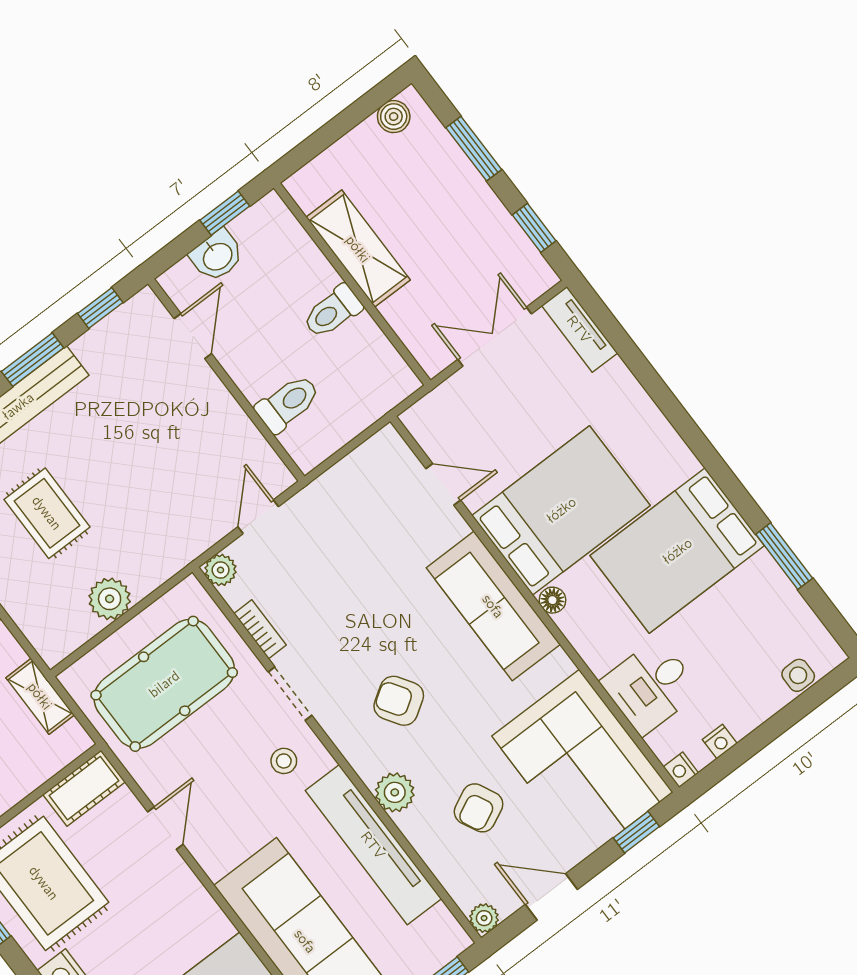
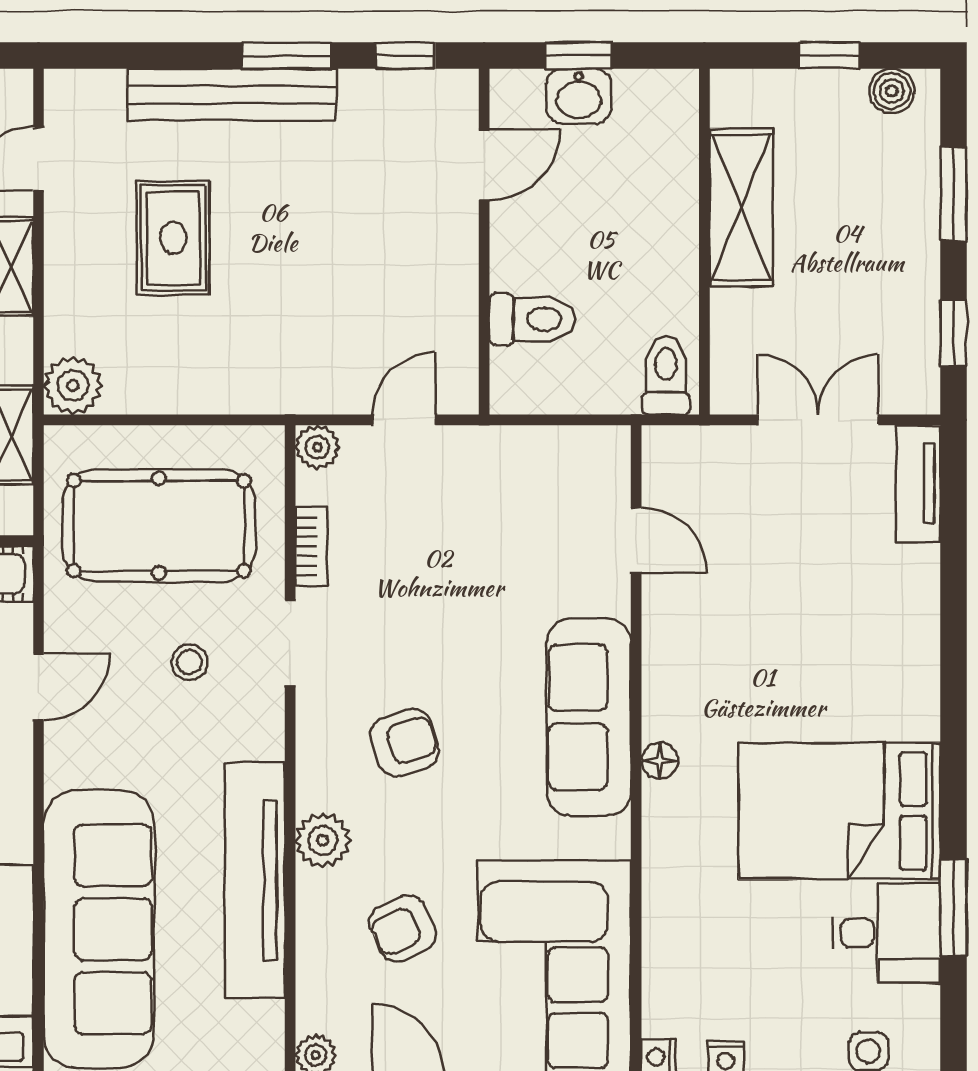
window: (342, 123) -> (829, 56), added
window: (225, 213) -> (579, 56), moved
toilet: (333, 312) -> (666, 375), moved, turned 90
bed: (561, 510) -> (745, 668), removed
plant: (110, 599) -> (73, 385), moved
desk: (650, 686) -> (886, 933), moved, turned 180
armchair: (399, 701) -> (404, 742), turned 105
stool: (284, 761) -> (189, 662), moved

